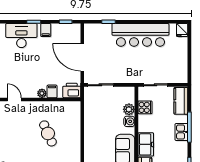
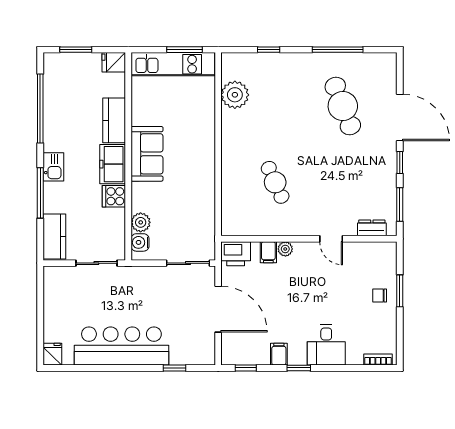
desk: (21, 36) -> (326, 345), width x0.73
cooker: (145, 107) -> (114, 196), moved
water cooler: (129, 121) -> (140, 242), moved
kitchen sink: (181, 132) -> (53, 167), moved

